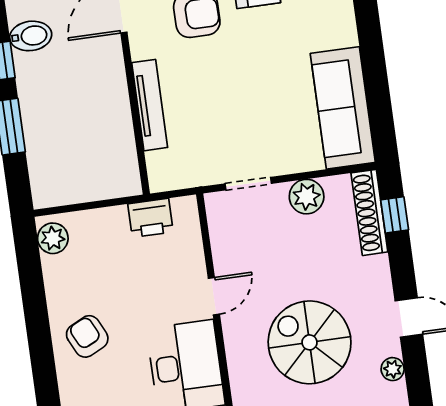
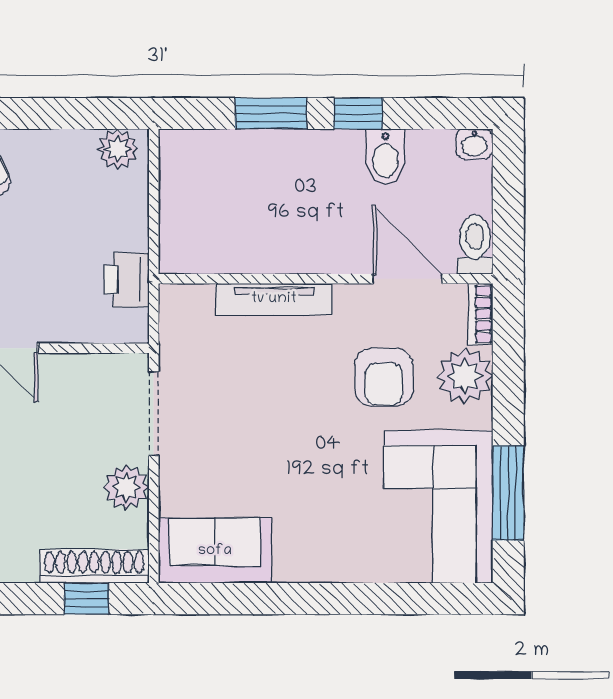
sofa: (343, 108) -> (215, 551), width x0.73
doorway: (248, 184) -> (154, 414), width x1.38

